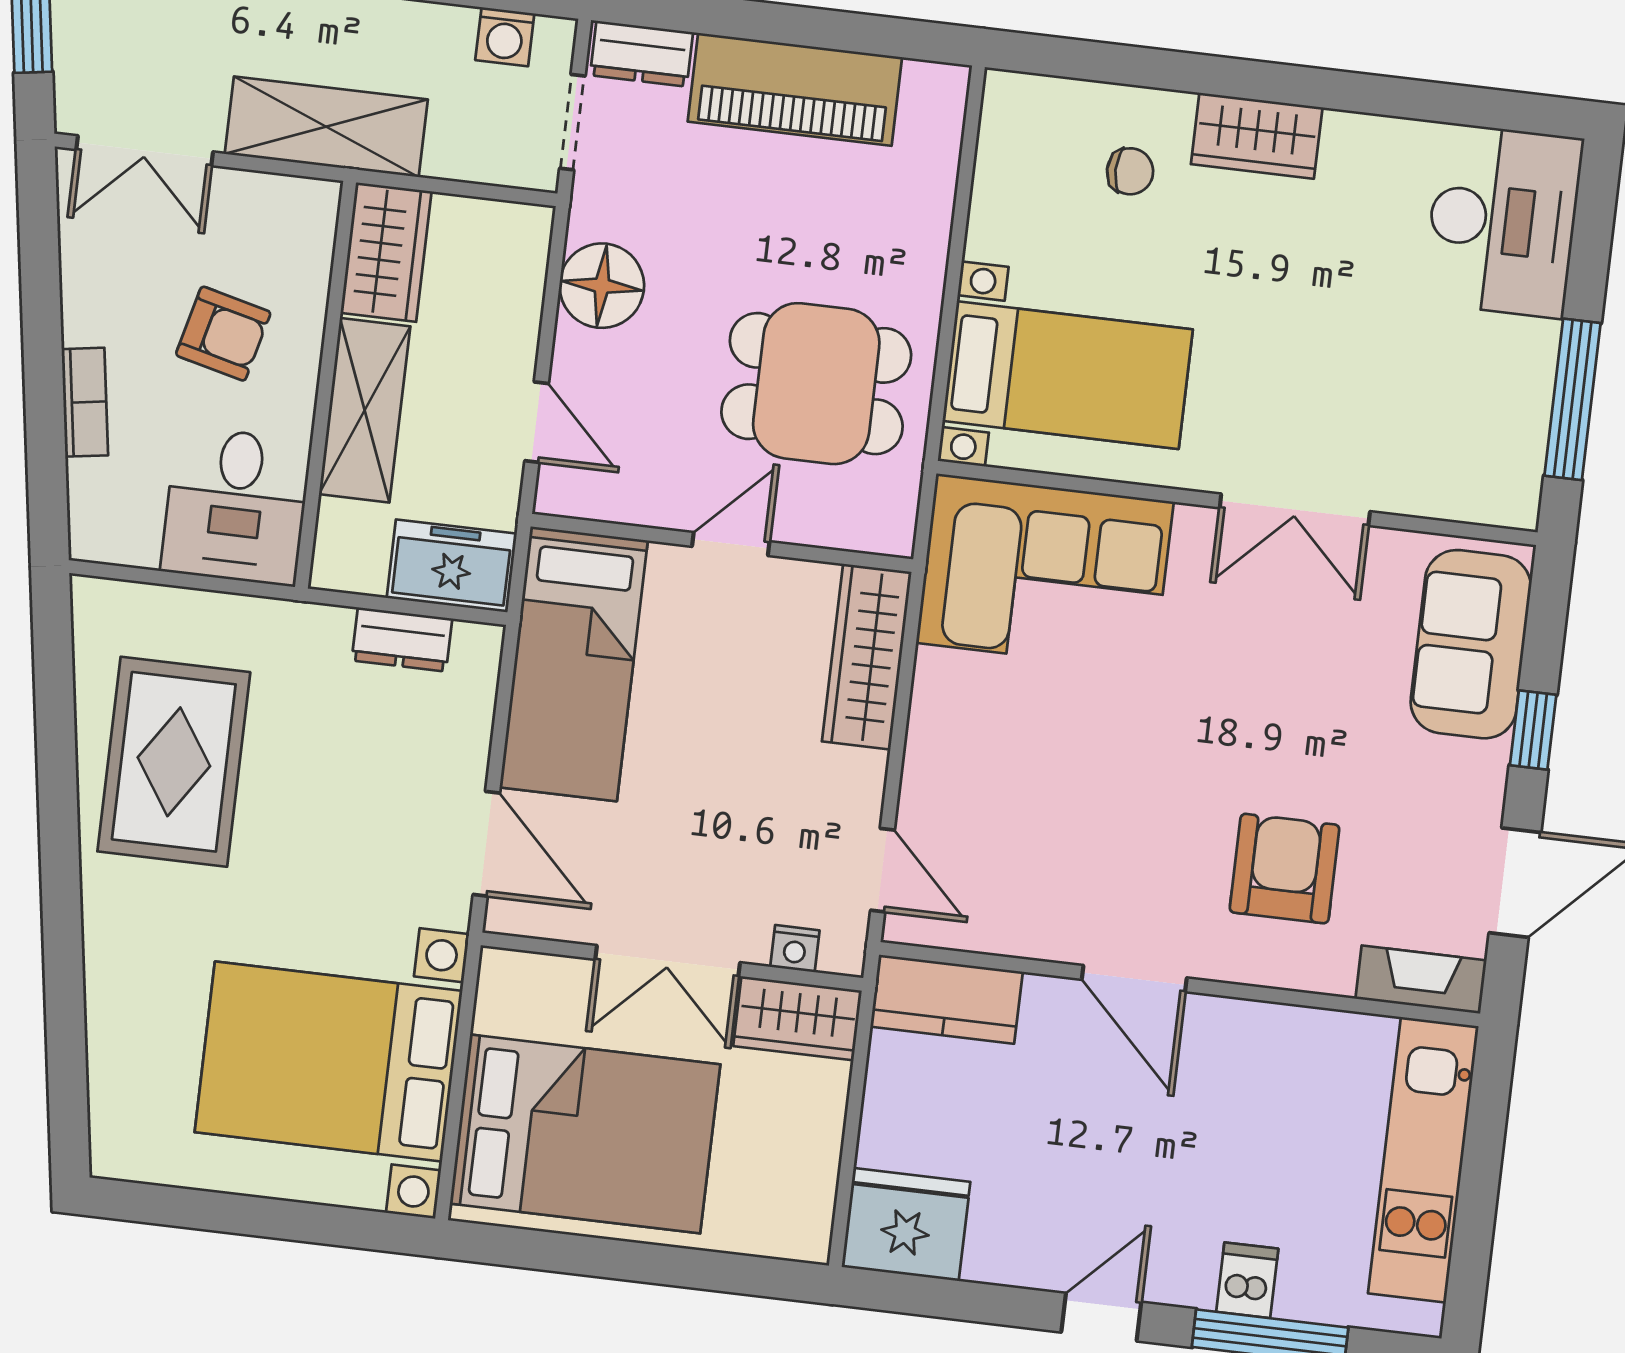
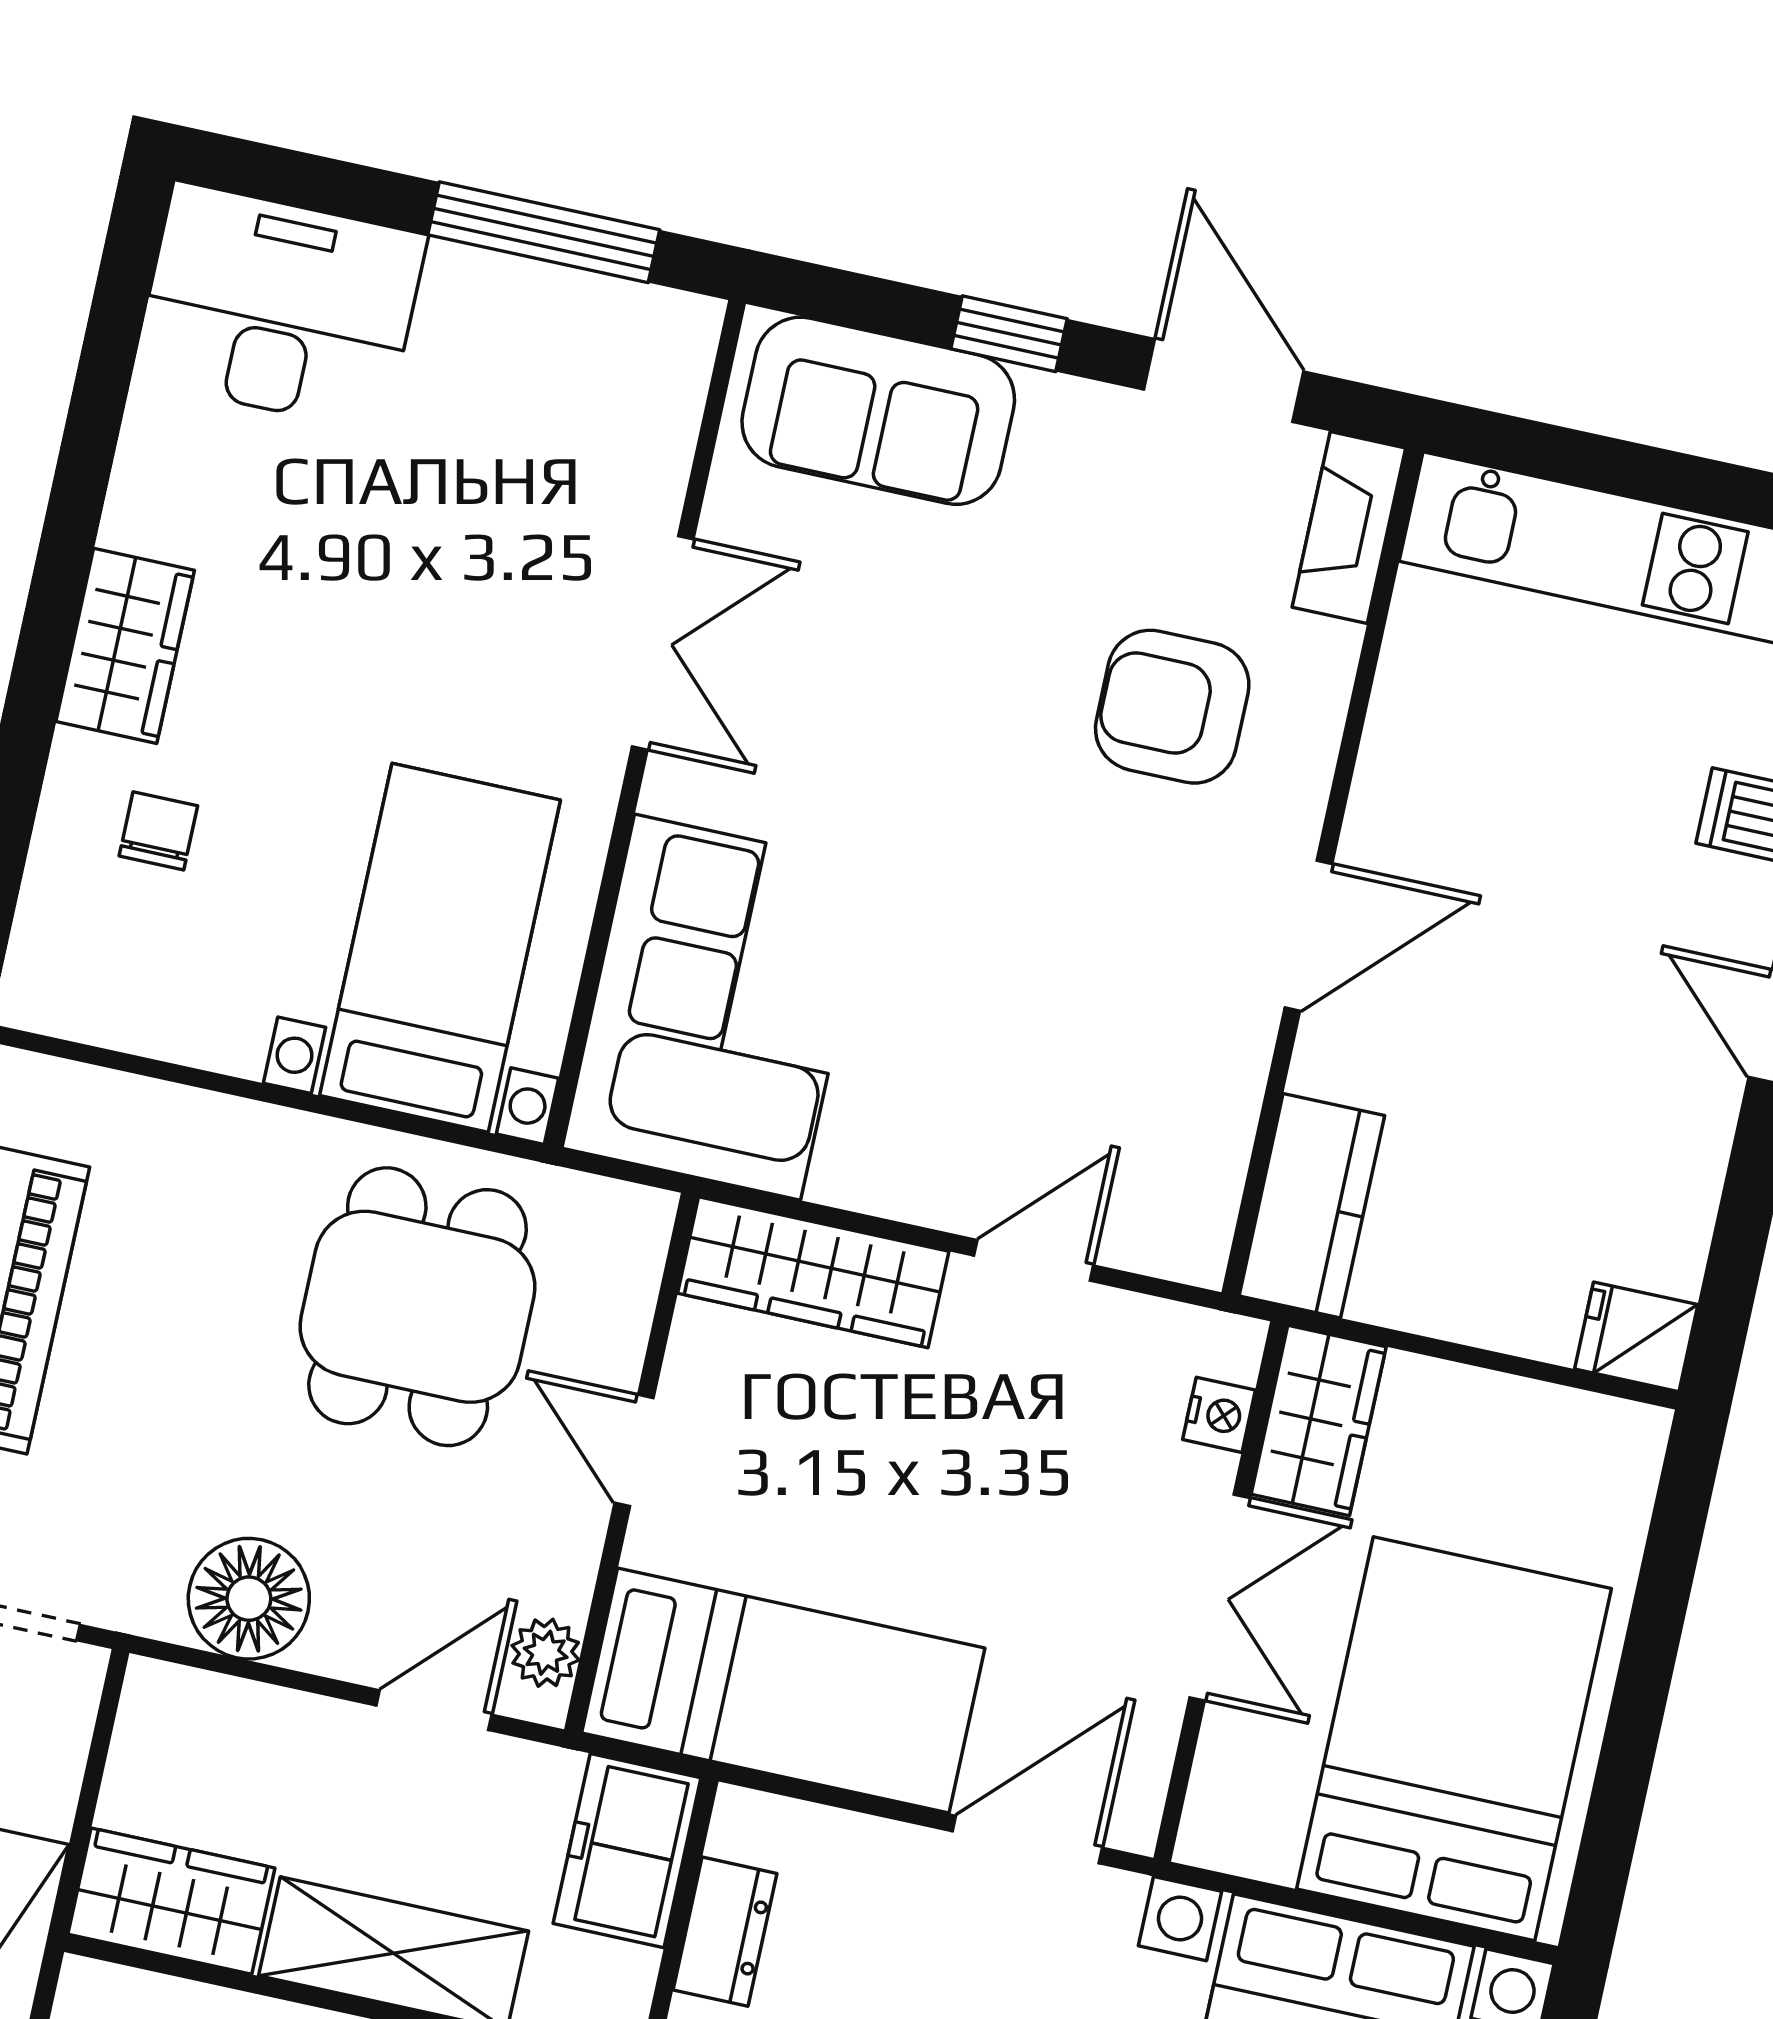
plant: (584, 496) -> (546, 1653), added
door: (883, 870) -> (1034, 1260), moved
fridge: (906, 1225) -> (1636, 1337), width x0.53, depth x0.75

